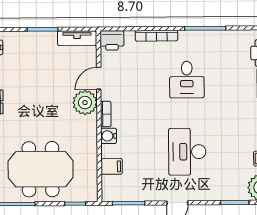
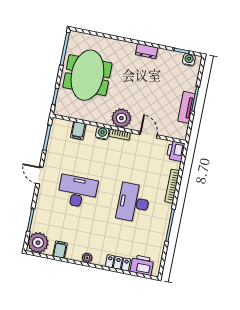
tv unit: (77, 38) -> (186, 107), moved
desk: (187, 80) -> (133, 203), width x1.37
plant: (85, 103) -> (121, 118), moved

